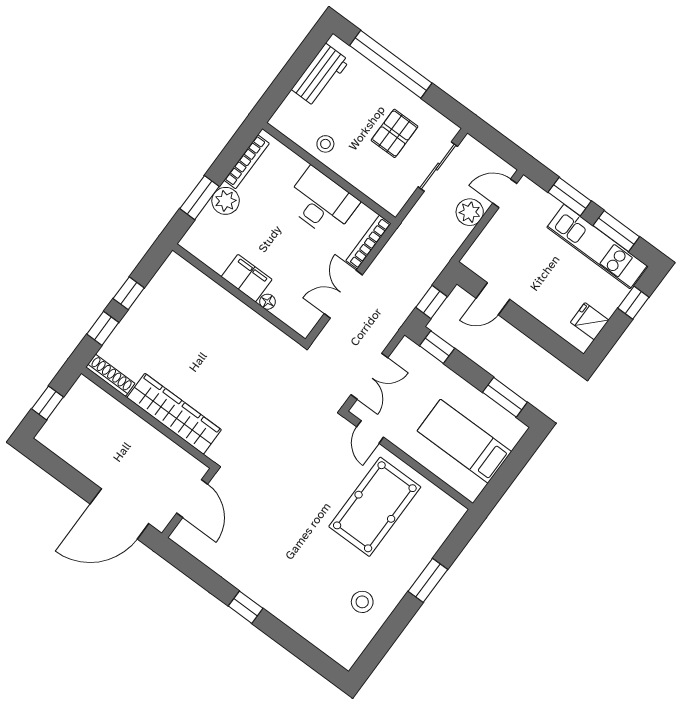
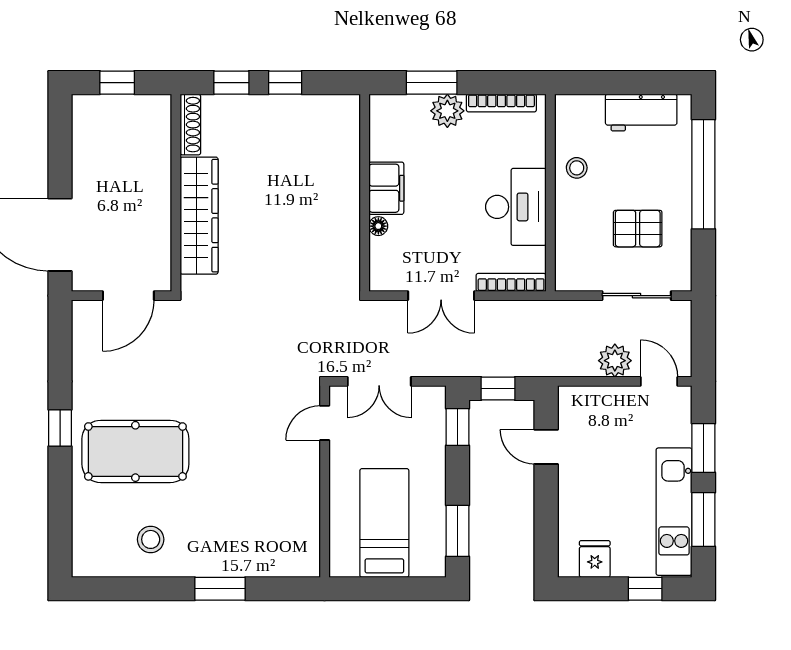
double door: (343, 294) -> (441, 296), swing flipped
pool table: (375, 507) -> (135, 451), moved

